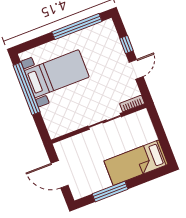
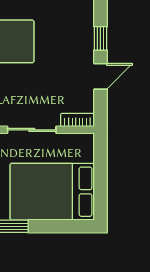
bed: (136, 163) -> (52, 192), width x1.50

